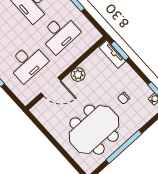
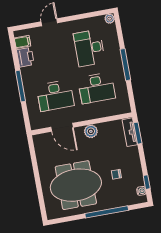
window: (124, 147) -> (107, 212), moved

